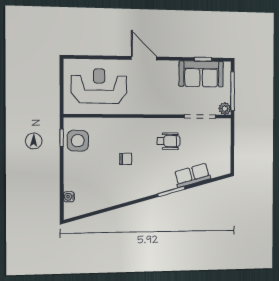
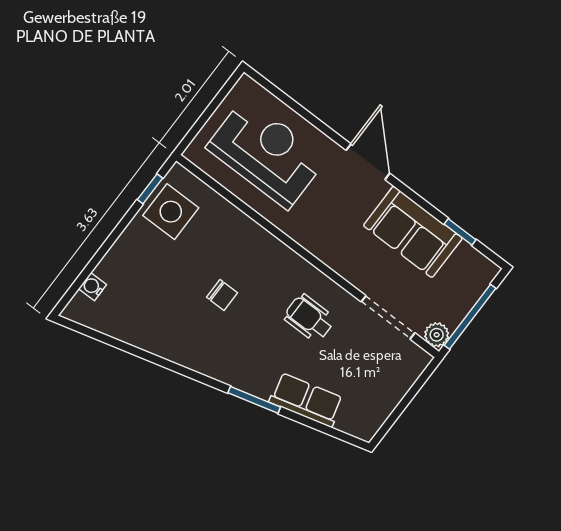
sofa: (201, 74) -> (413, 232), moved
wheelchair: (168, 141) -> (309, 318), turned 180

